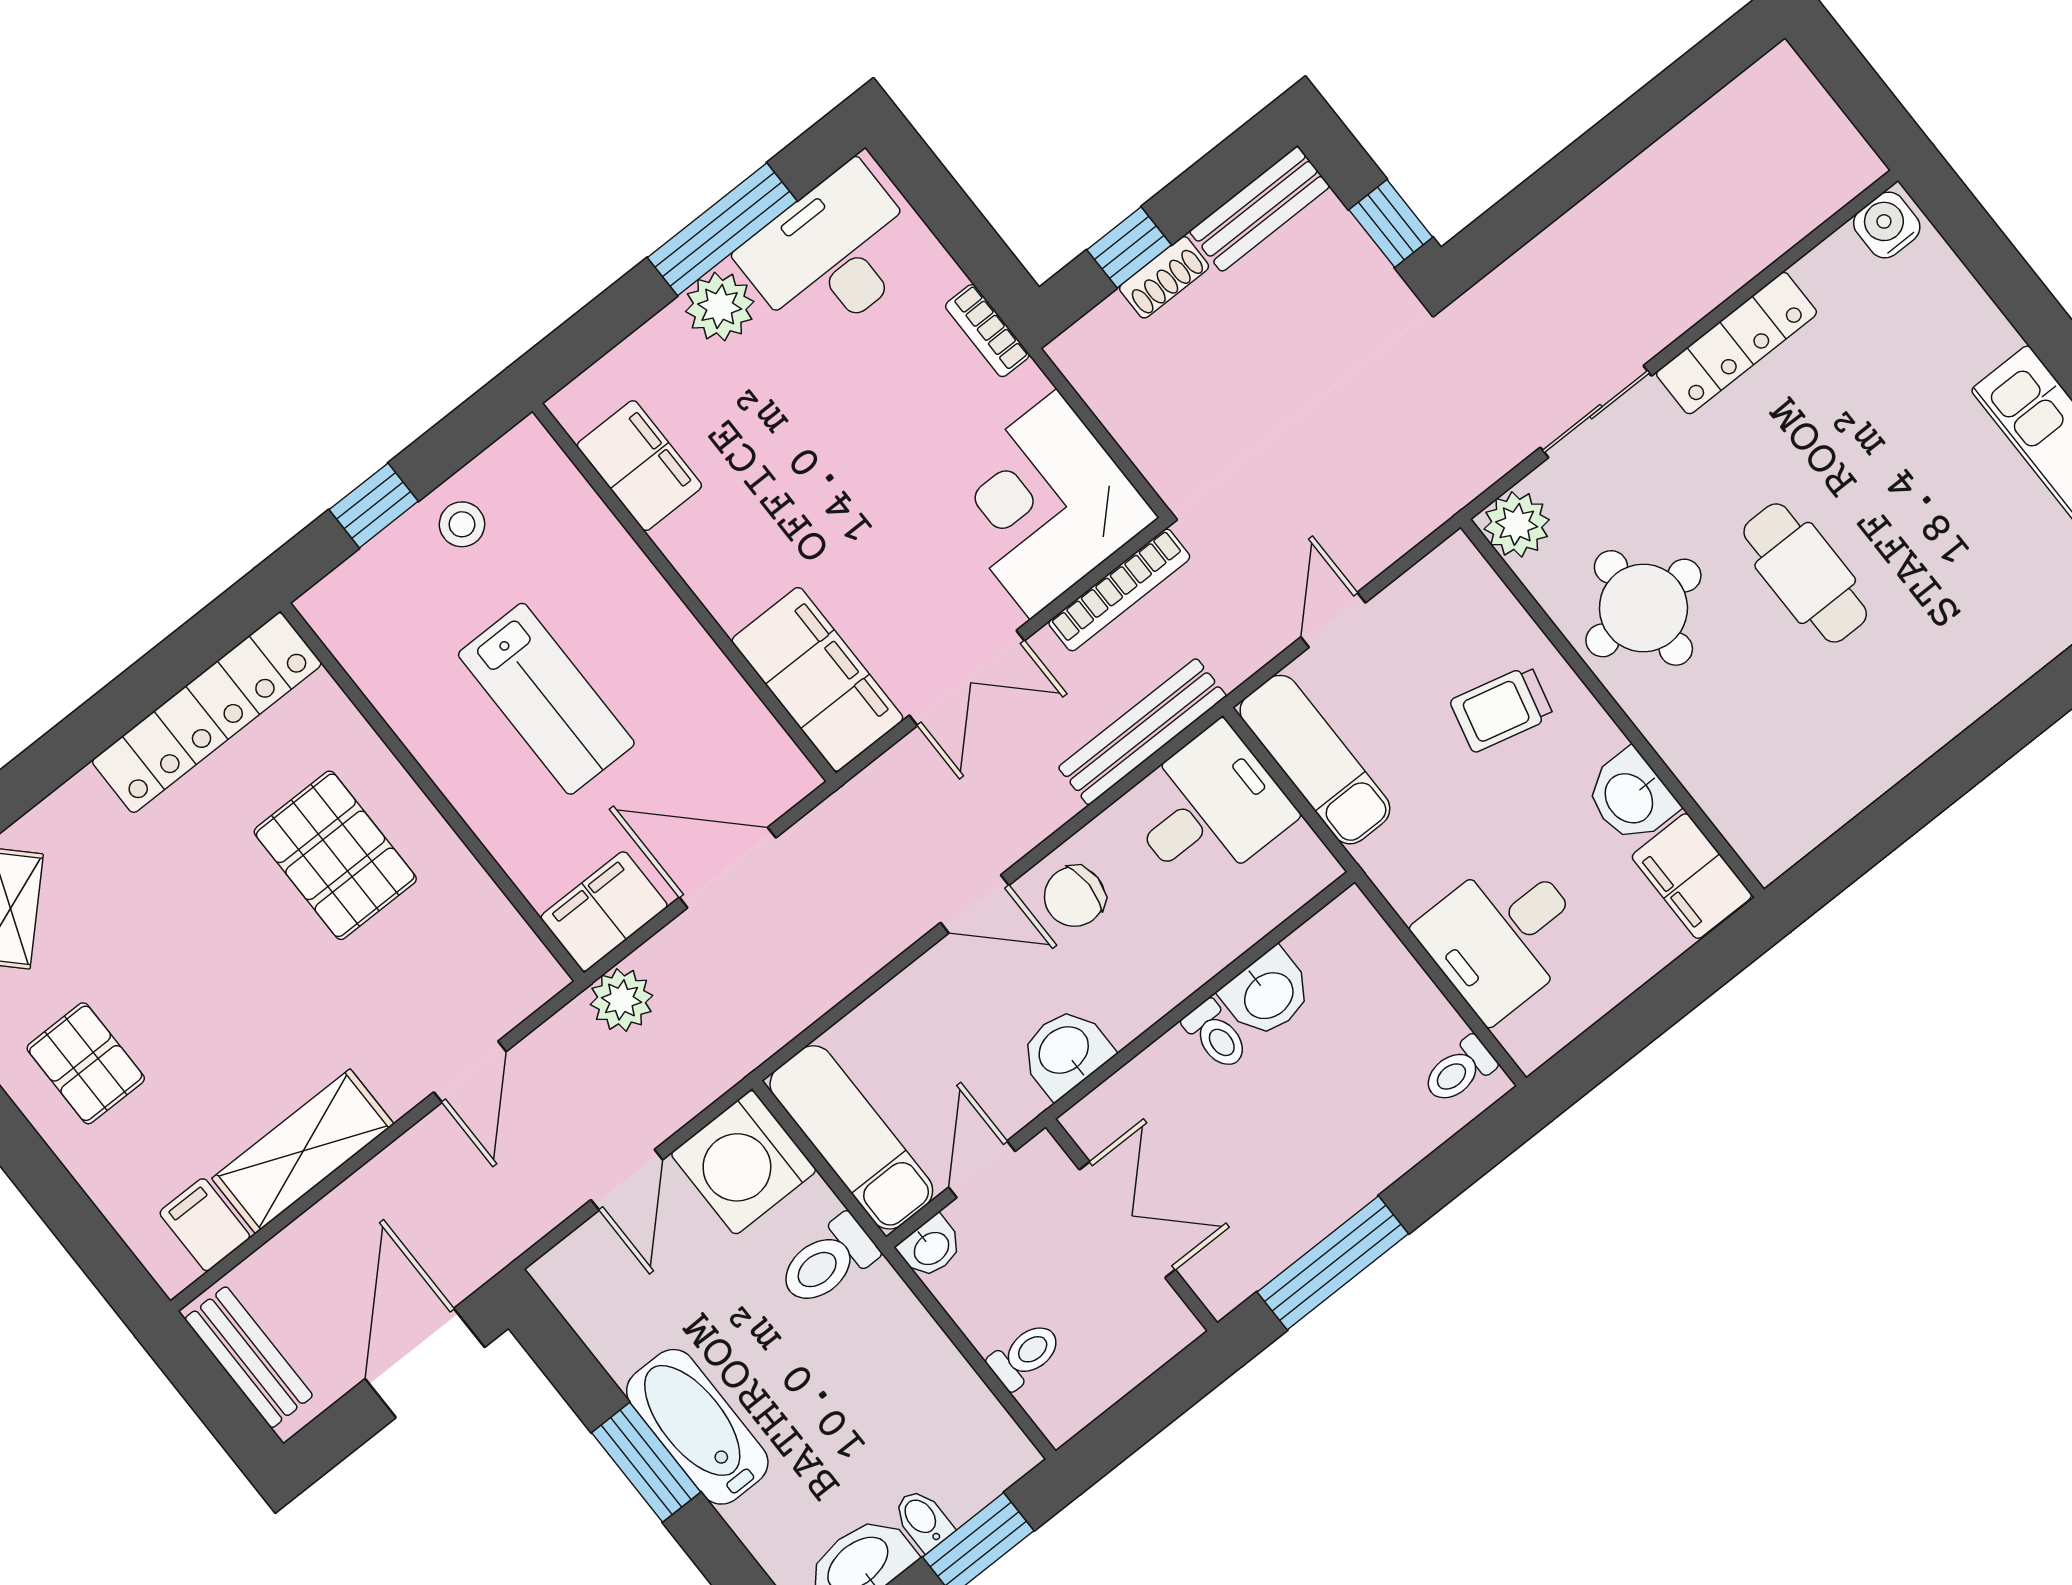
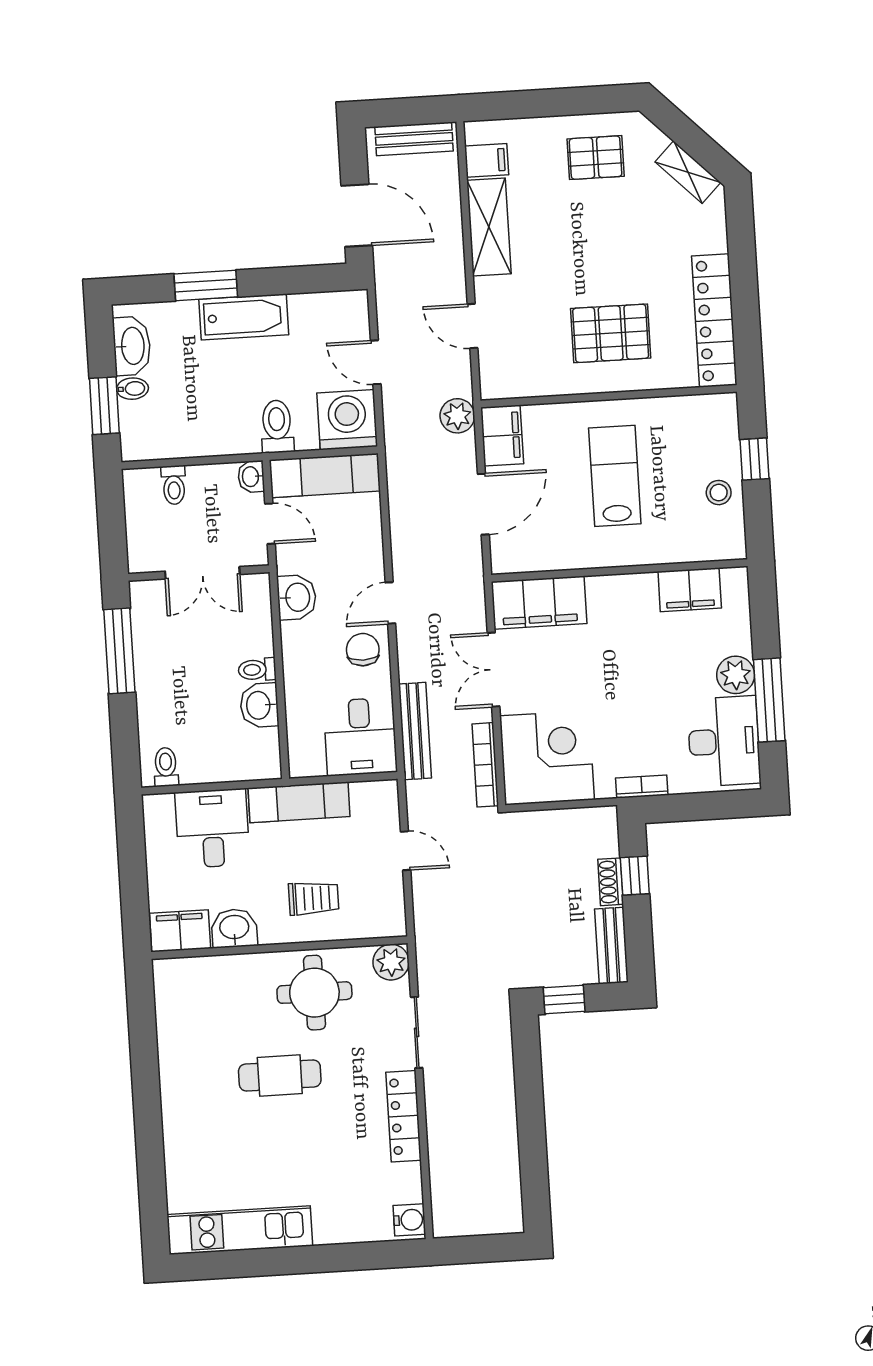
lab bench: (546, 699) -> (615, 476), turned 90
trolley: (1502, 709) -> (314, 898), turned 76
exam couch: (1315, 760) -> (299, 802), moved
window: (646, 1462) -> (206, 285), moved

